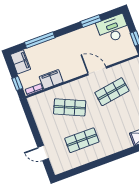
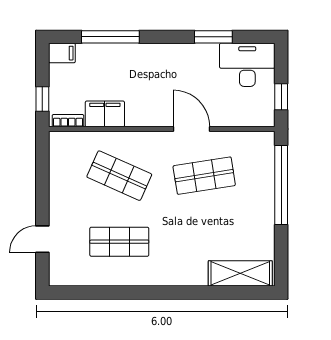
filing cabinet: (20, 62) -> (62, 53), width x0.50
door: (43, 153) -> (42, 239), hinge flipped

